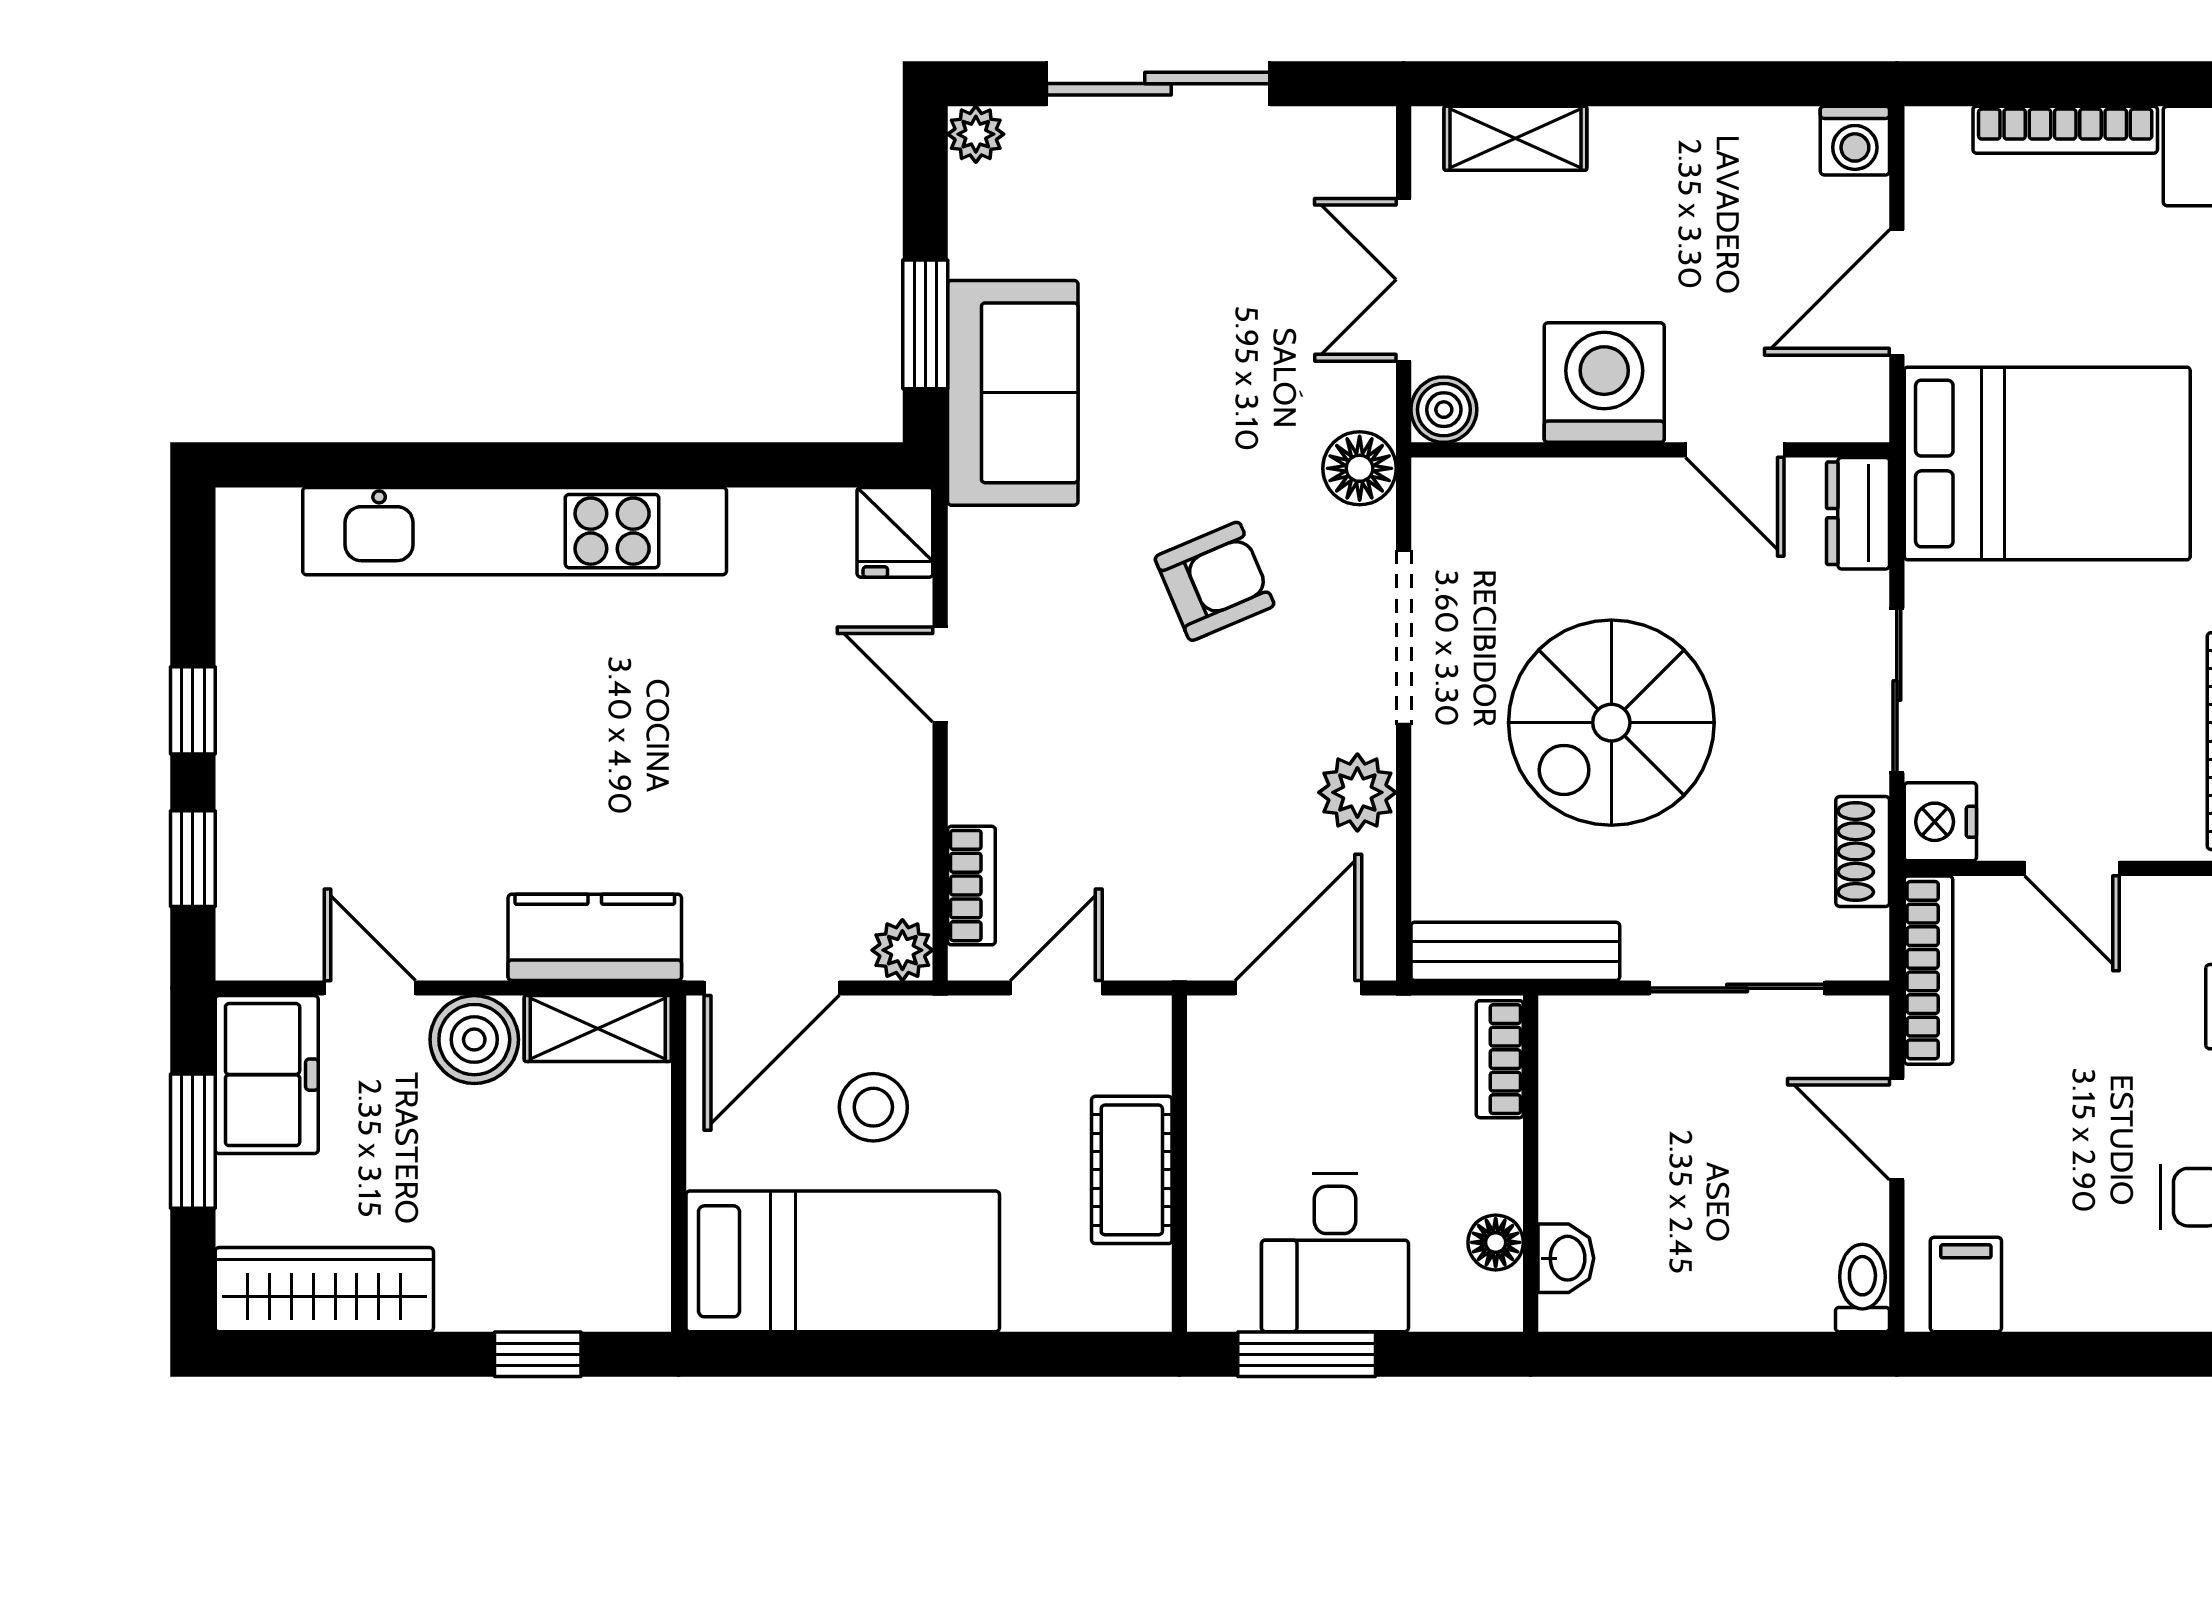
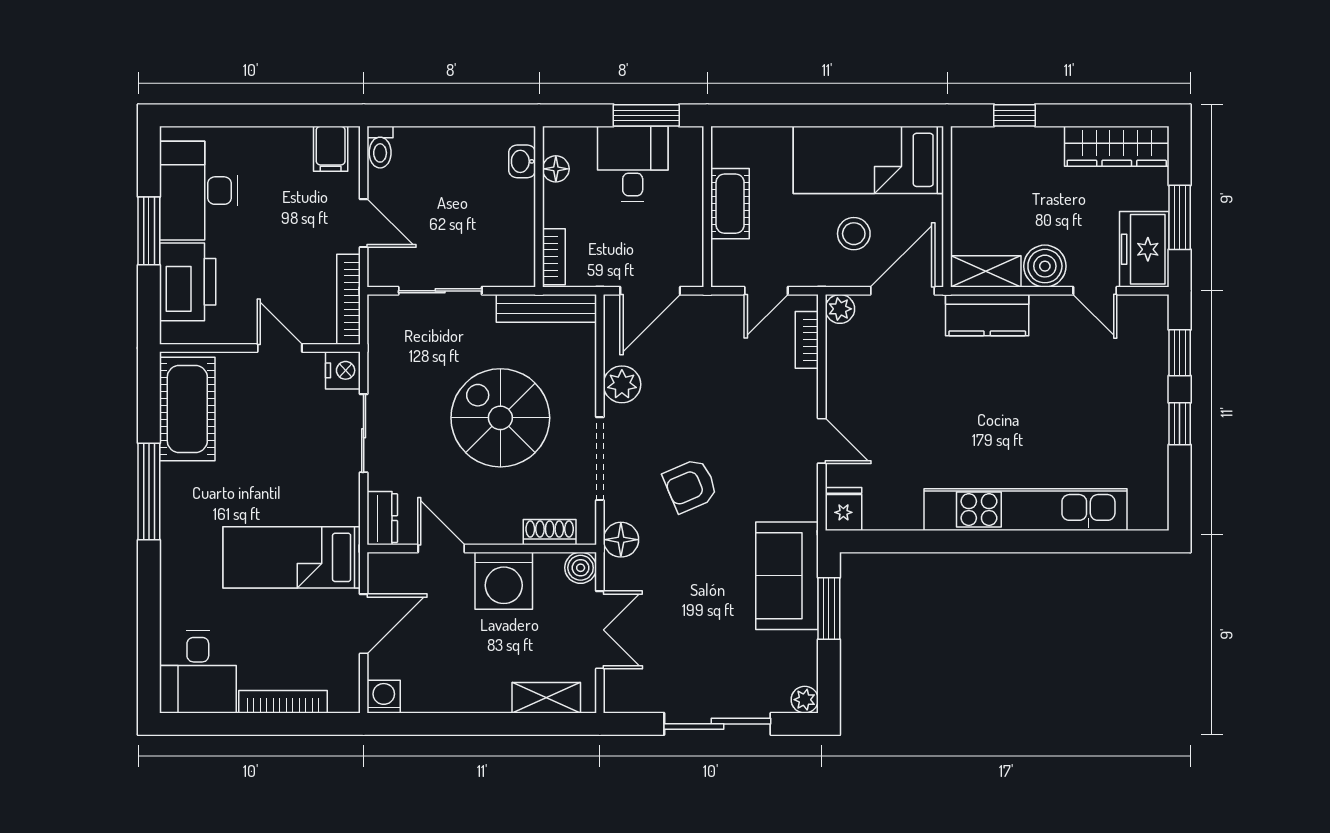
bed: (2047, 463) -> (292, 557), width x0.67
spiral stairs: (1611, 723) -> (500, 418), turned -90
shoe rack: (1863, 851) -> (550, 532), moved, turned -90

